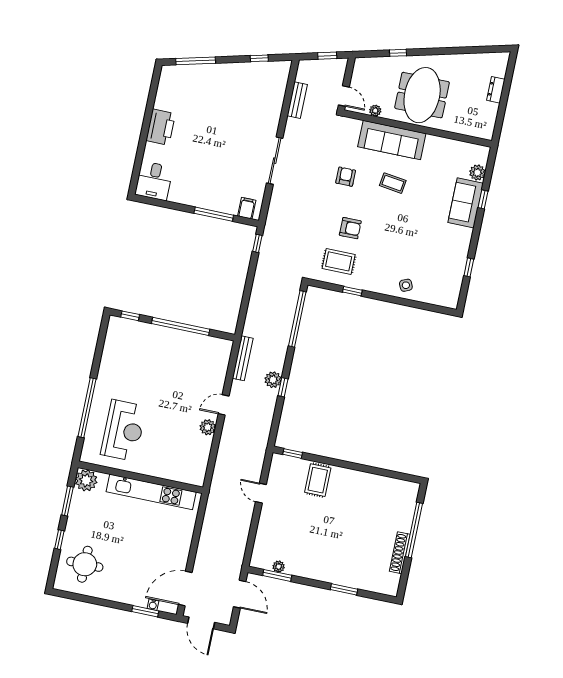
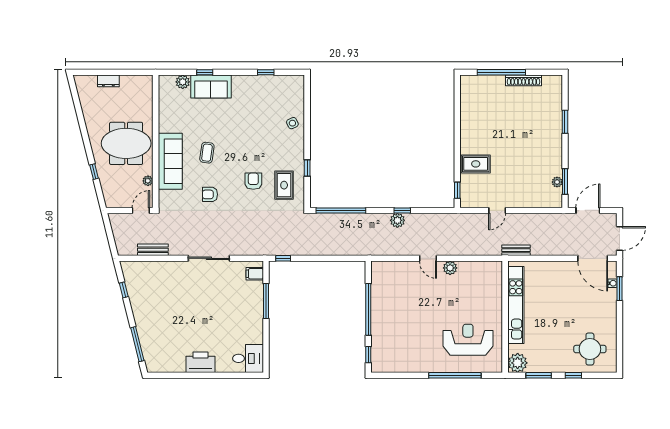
window: (327, 56) -> (109, 232), removed
bench: (243, 358) -> (516, 250), moved, width x0.73

